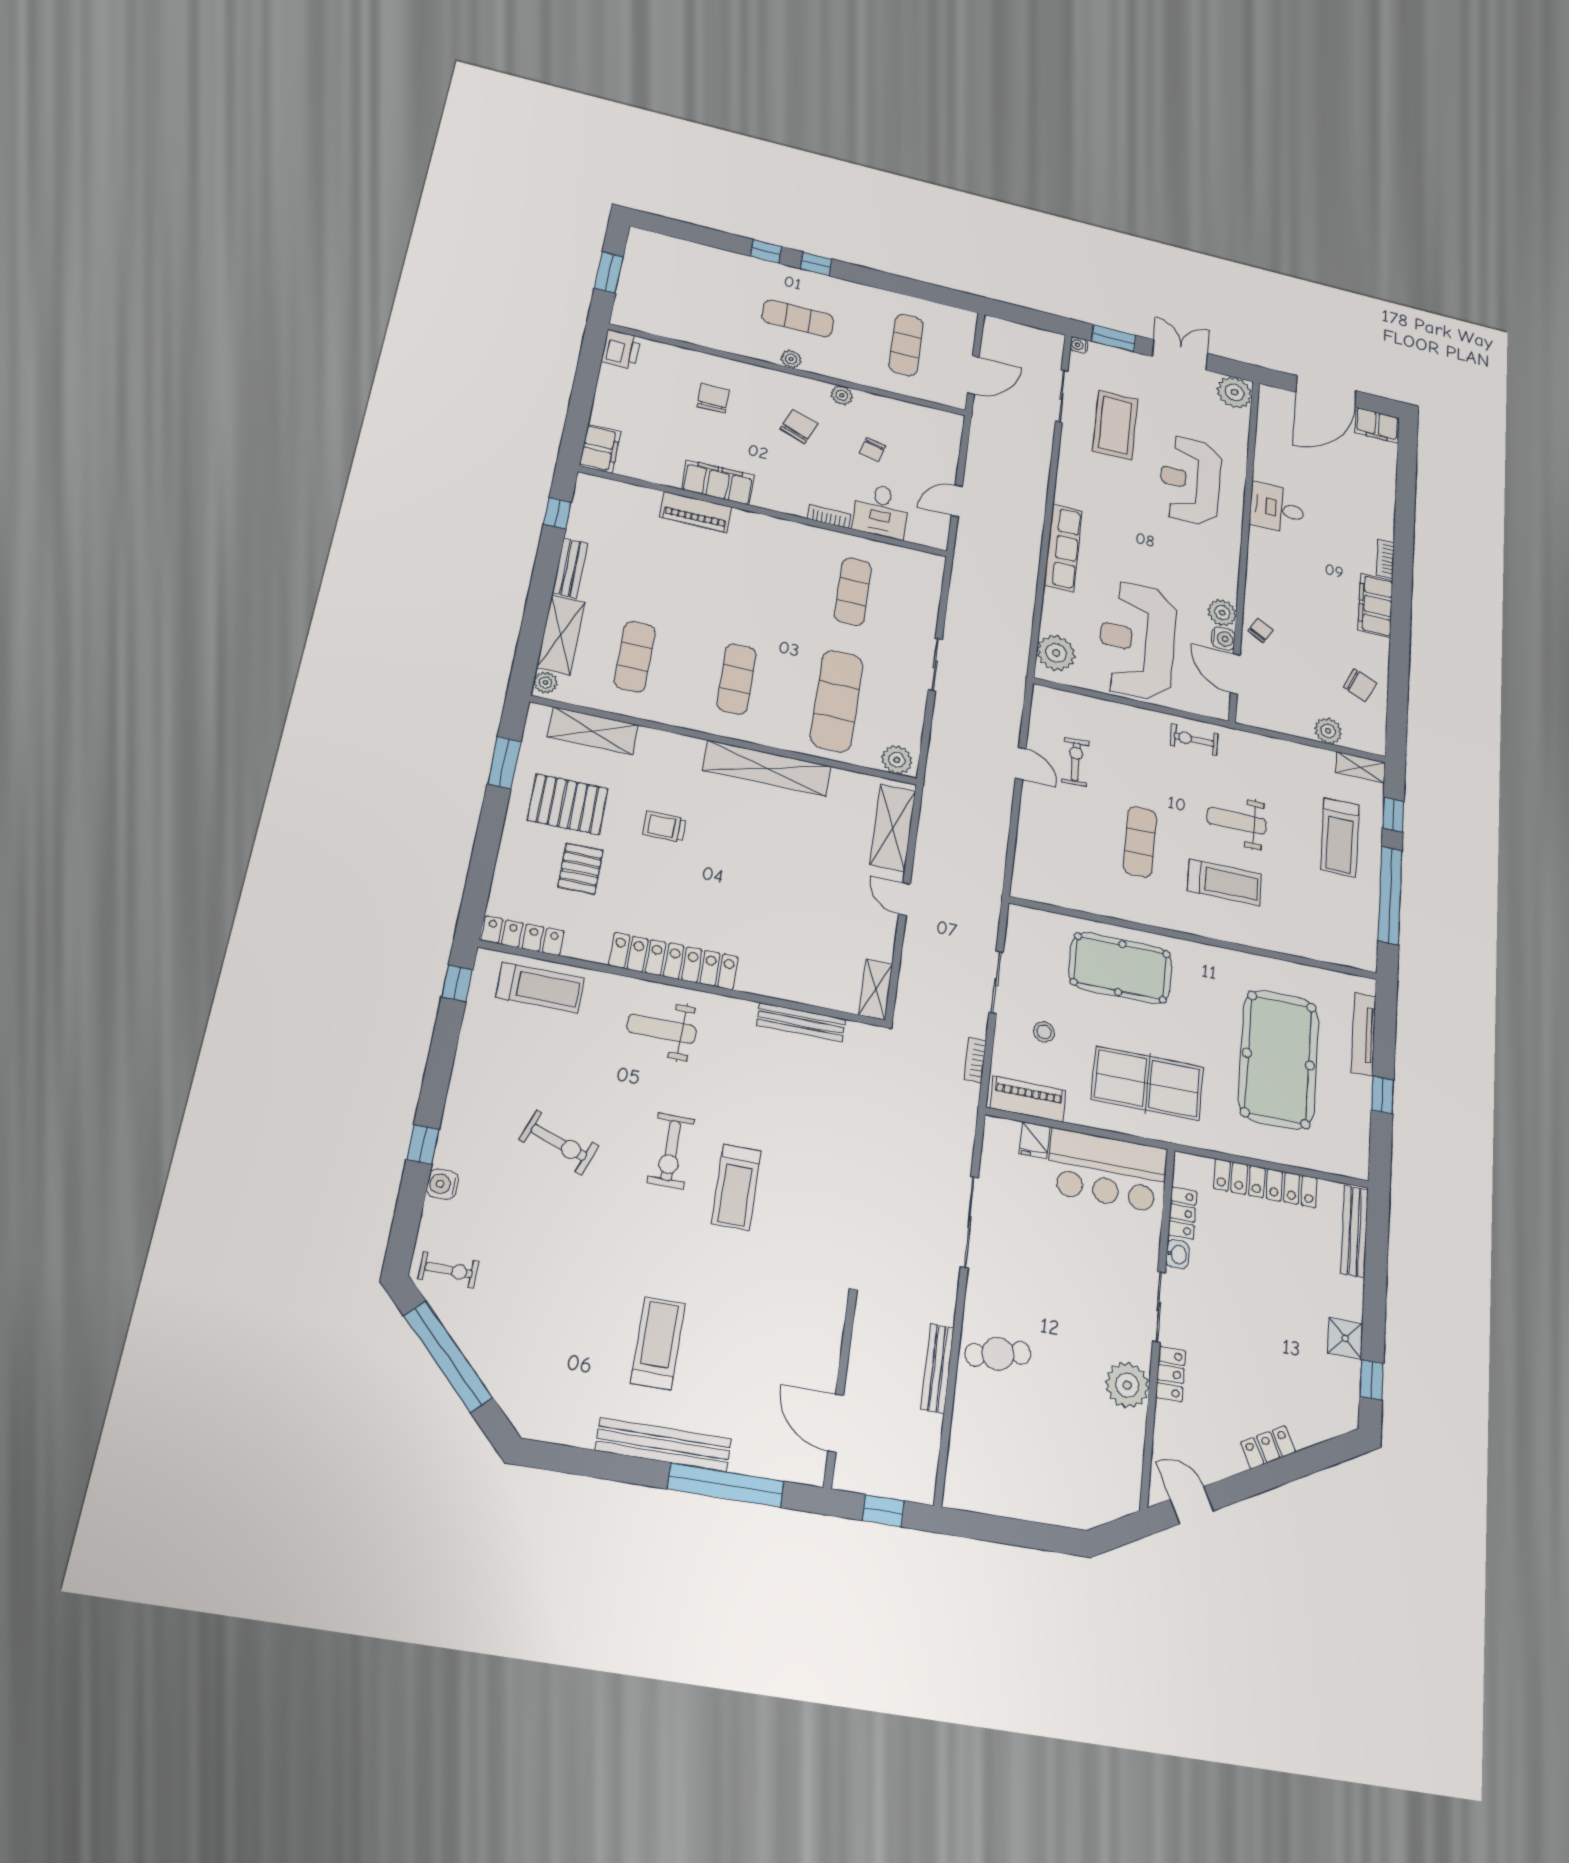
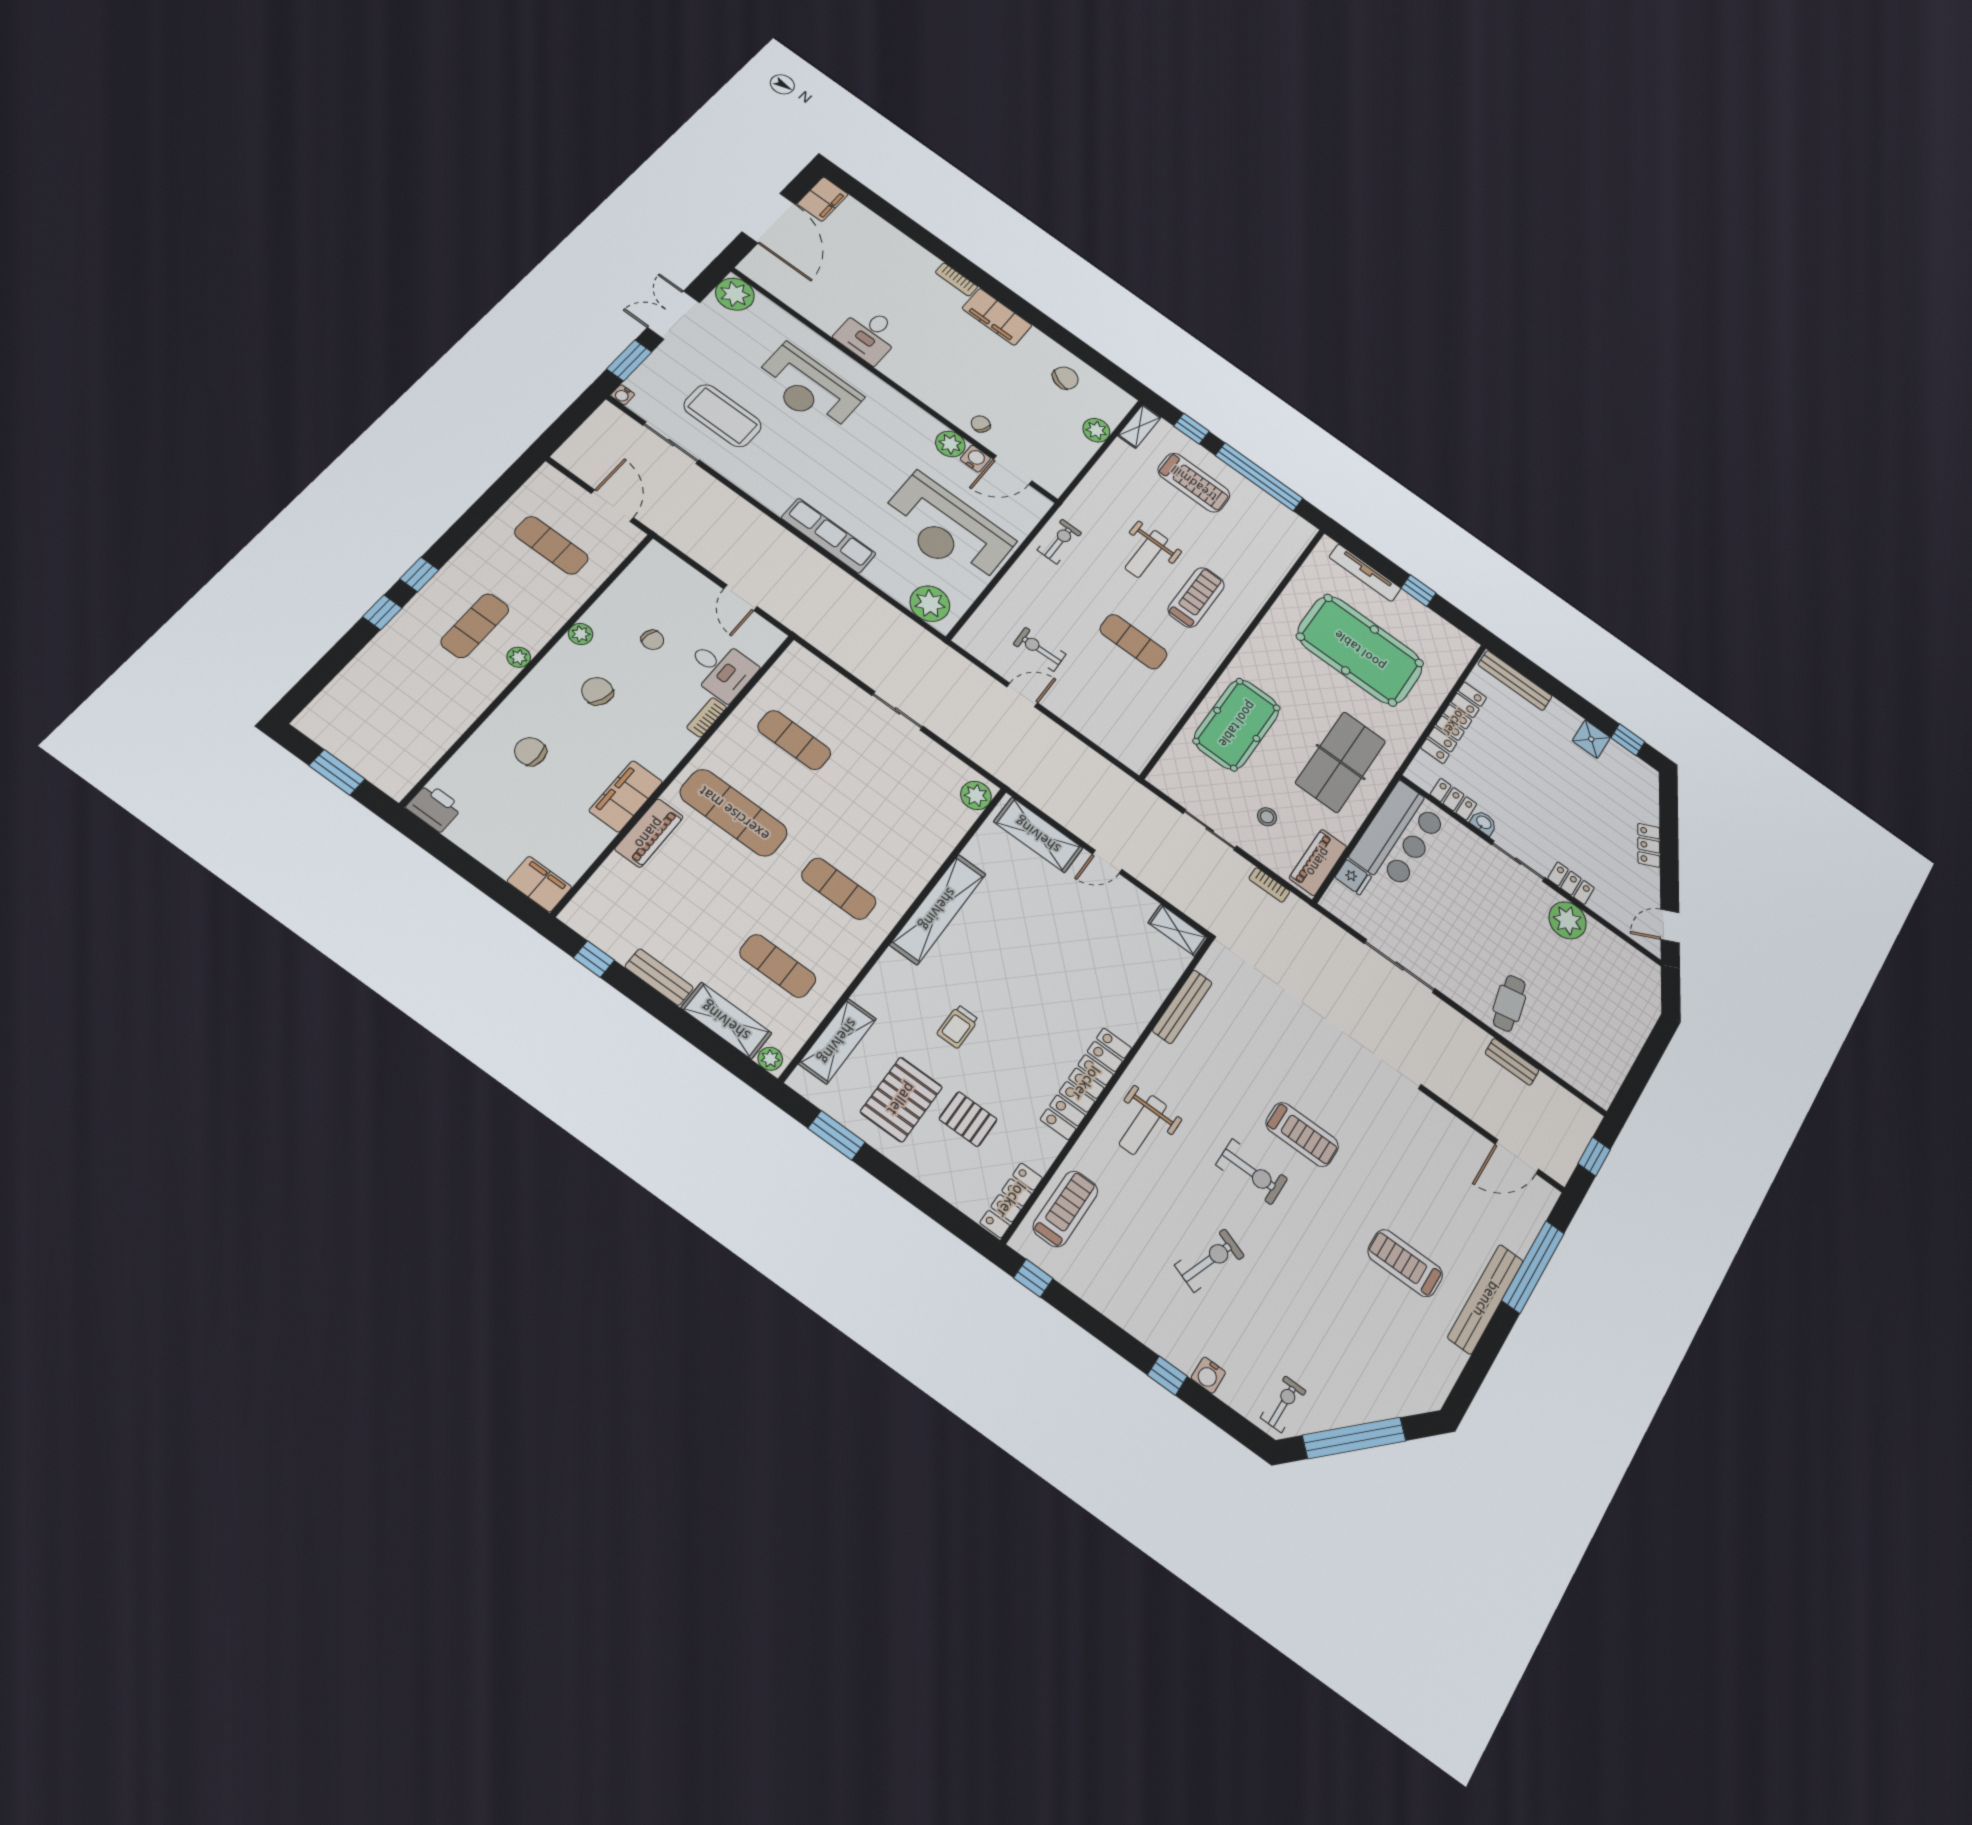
exercise mat: (837, 701) -> (734, 813), moved
exercise bike: (1194, 740) -> (1059, 541), turned 180
bench: (937, 1369) -> (1512, 1062), width x0.73

